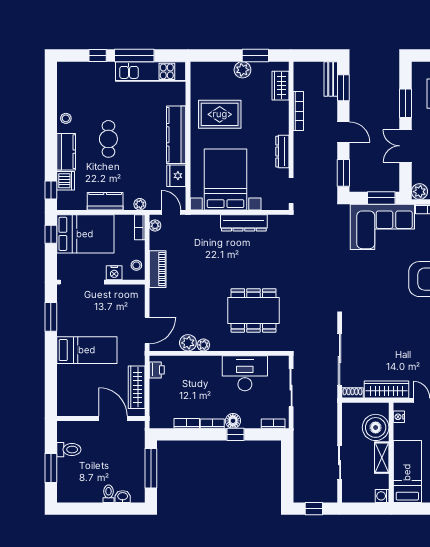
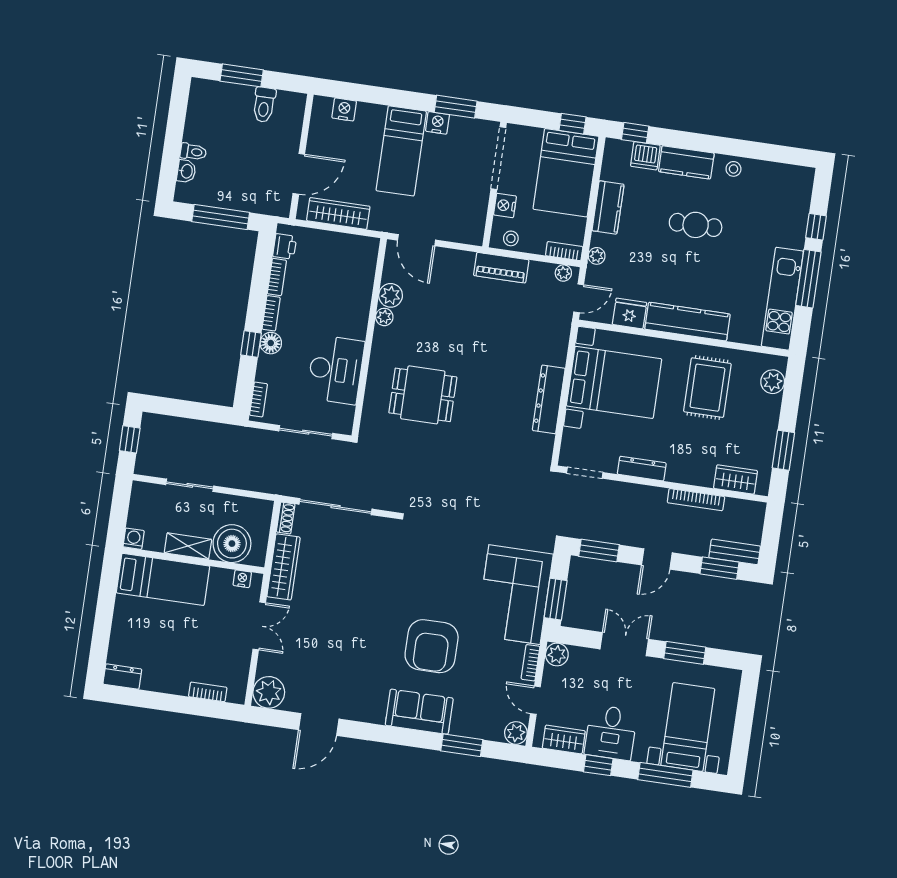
plant: (242, 70) -> (773, 382), moved
dining table: (254, 310) -> (423, 395), width x0.73
nightstand: (64, 328) -> (437, 123), added
printer: (157, 370) -> (285, 246), moved, turned -90
nightstand: (64, 394) -> (344, 109), added

